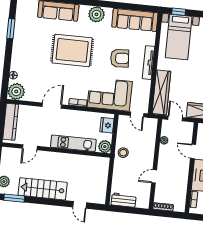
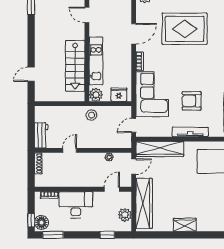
rug: (72, 50) -> (185, 29), moved, turned 90
armchair: (120, 58) -> (192, 101), turned 94
door: (52, 106) -> (134, 34), hinge flipped
door: (193, 151) -> (112, 189), moved
door: (154, 176) -> (70, 150), hinge flipped
stairs: (43, 189) -> (75, 66), moved, turned 180
workbench: (124, 200) -> (41, 135), moved

